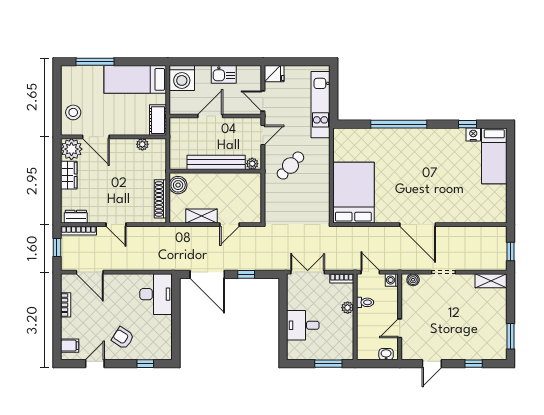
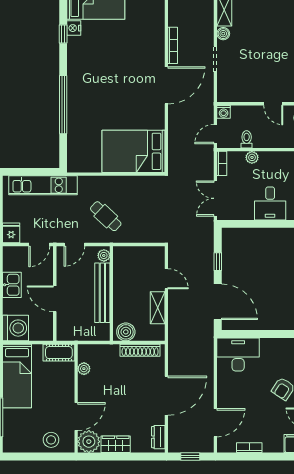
door: (263, 135) -> (74, 245), swing flipped
door: (116, 225) -> (166, 396), width x1.88
bookcase: (79, 231) -> (173, 45), moved
door: (207, 274) -> (218, 302), hinge flipped
boiler: (413, 280) -> (223, 34), moved

